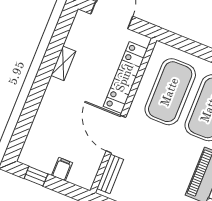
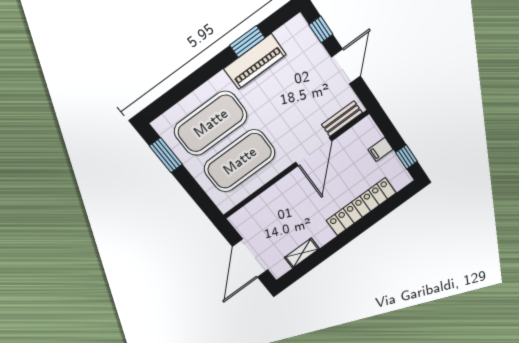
shelving: (63, 63) -> (302, 253), moved
locker: (125, 78) -> (361, 207), moved, turned 180

